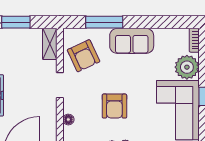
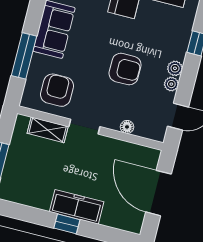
shelving: (50, 44) -> (48, 130), moved
armchair: (84, 56) -> (57, 90), turned -65

